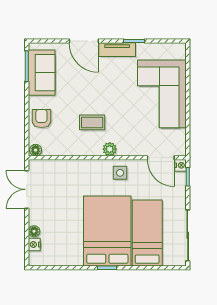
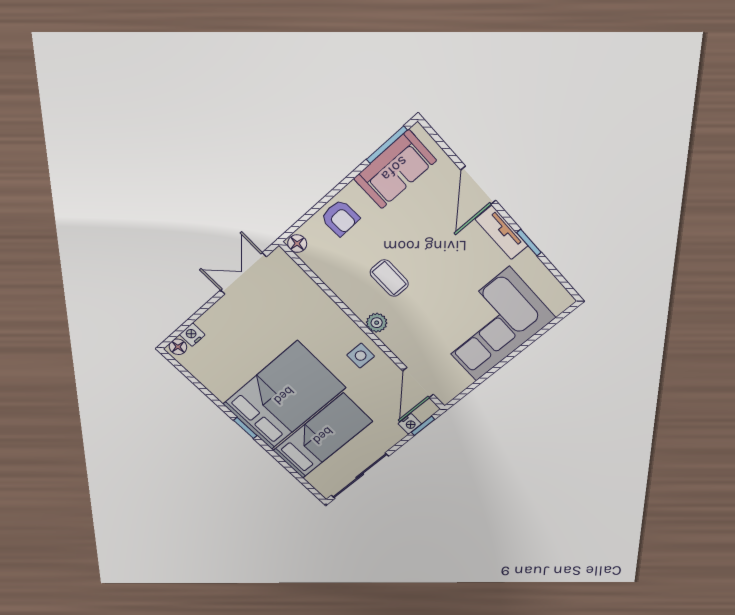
armchair: (41, 119) -> (340, 218), turned 88
nightstand: (180, 165) -> (410, 424), moved
floor lamp: (34, 231) -> (178, 347), moved

